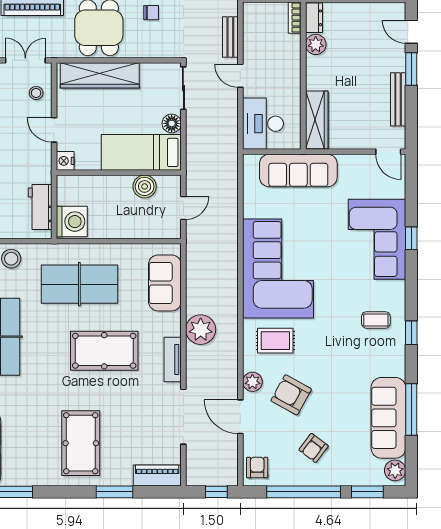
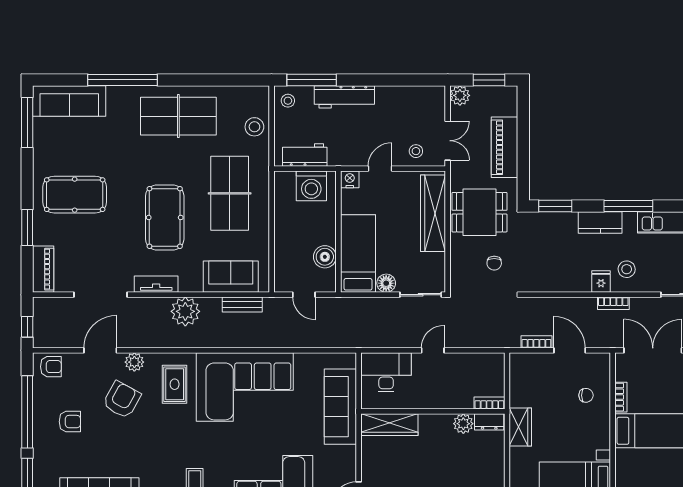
bench: (230, 37) -> (242, 304), moved
washing machine: (72, 222) -> (311, 186), moved
armchair: (314, 448) -> (70, 422), turned 143

